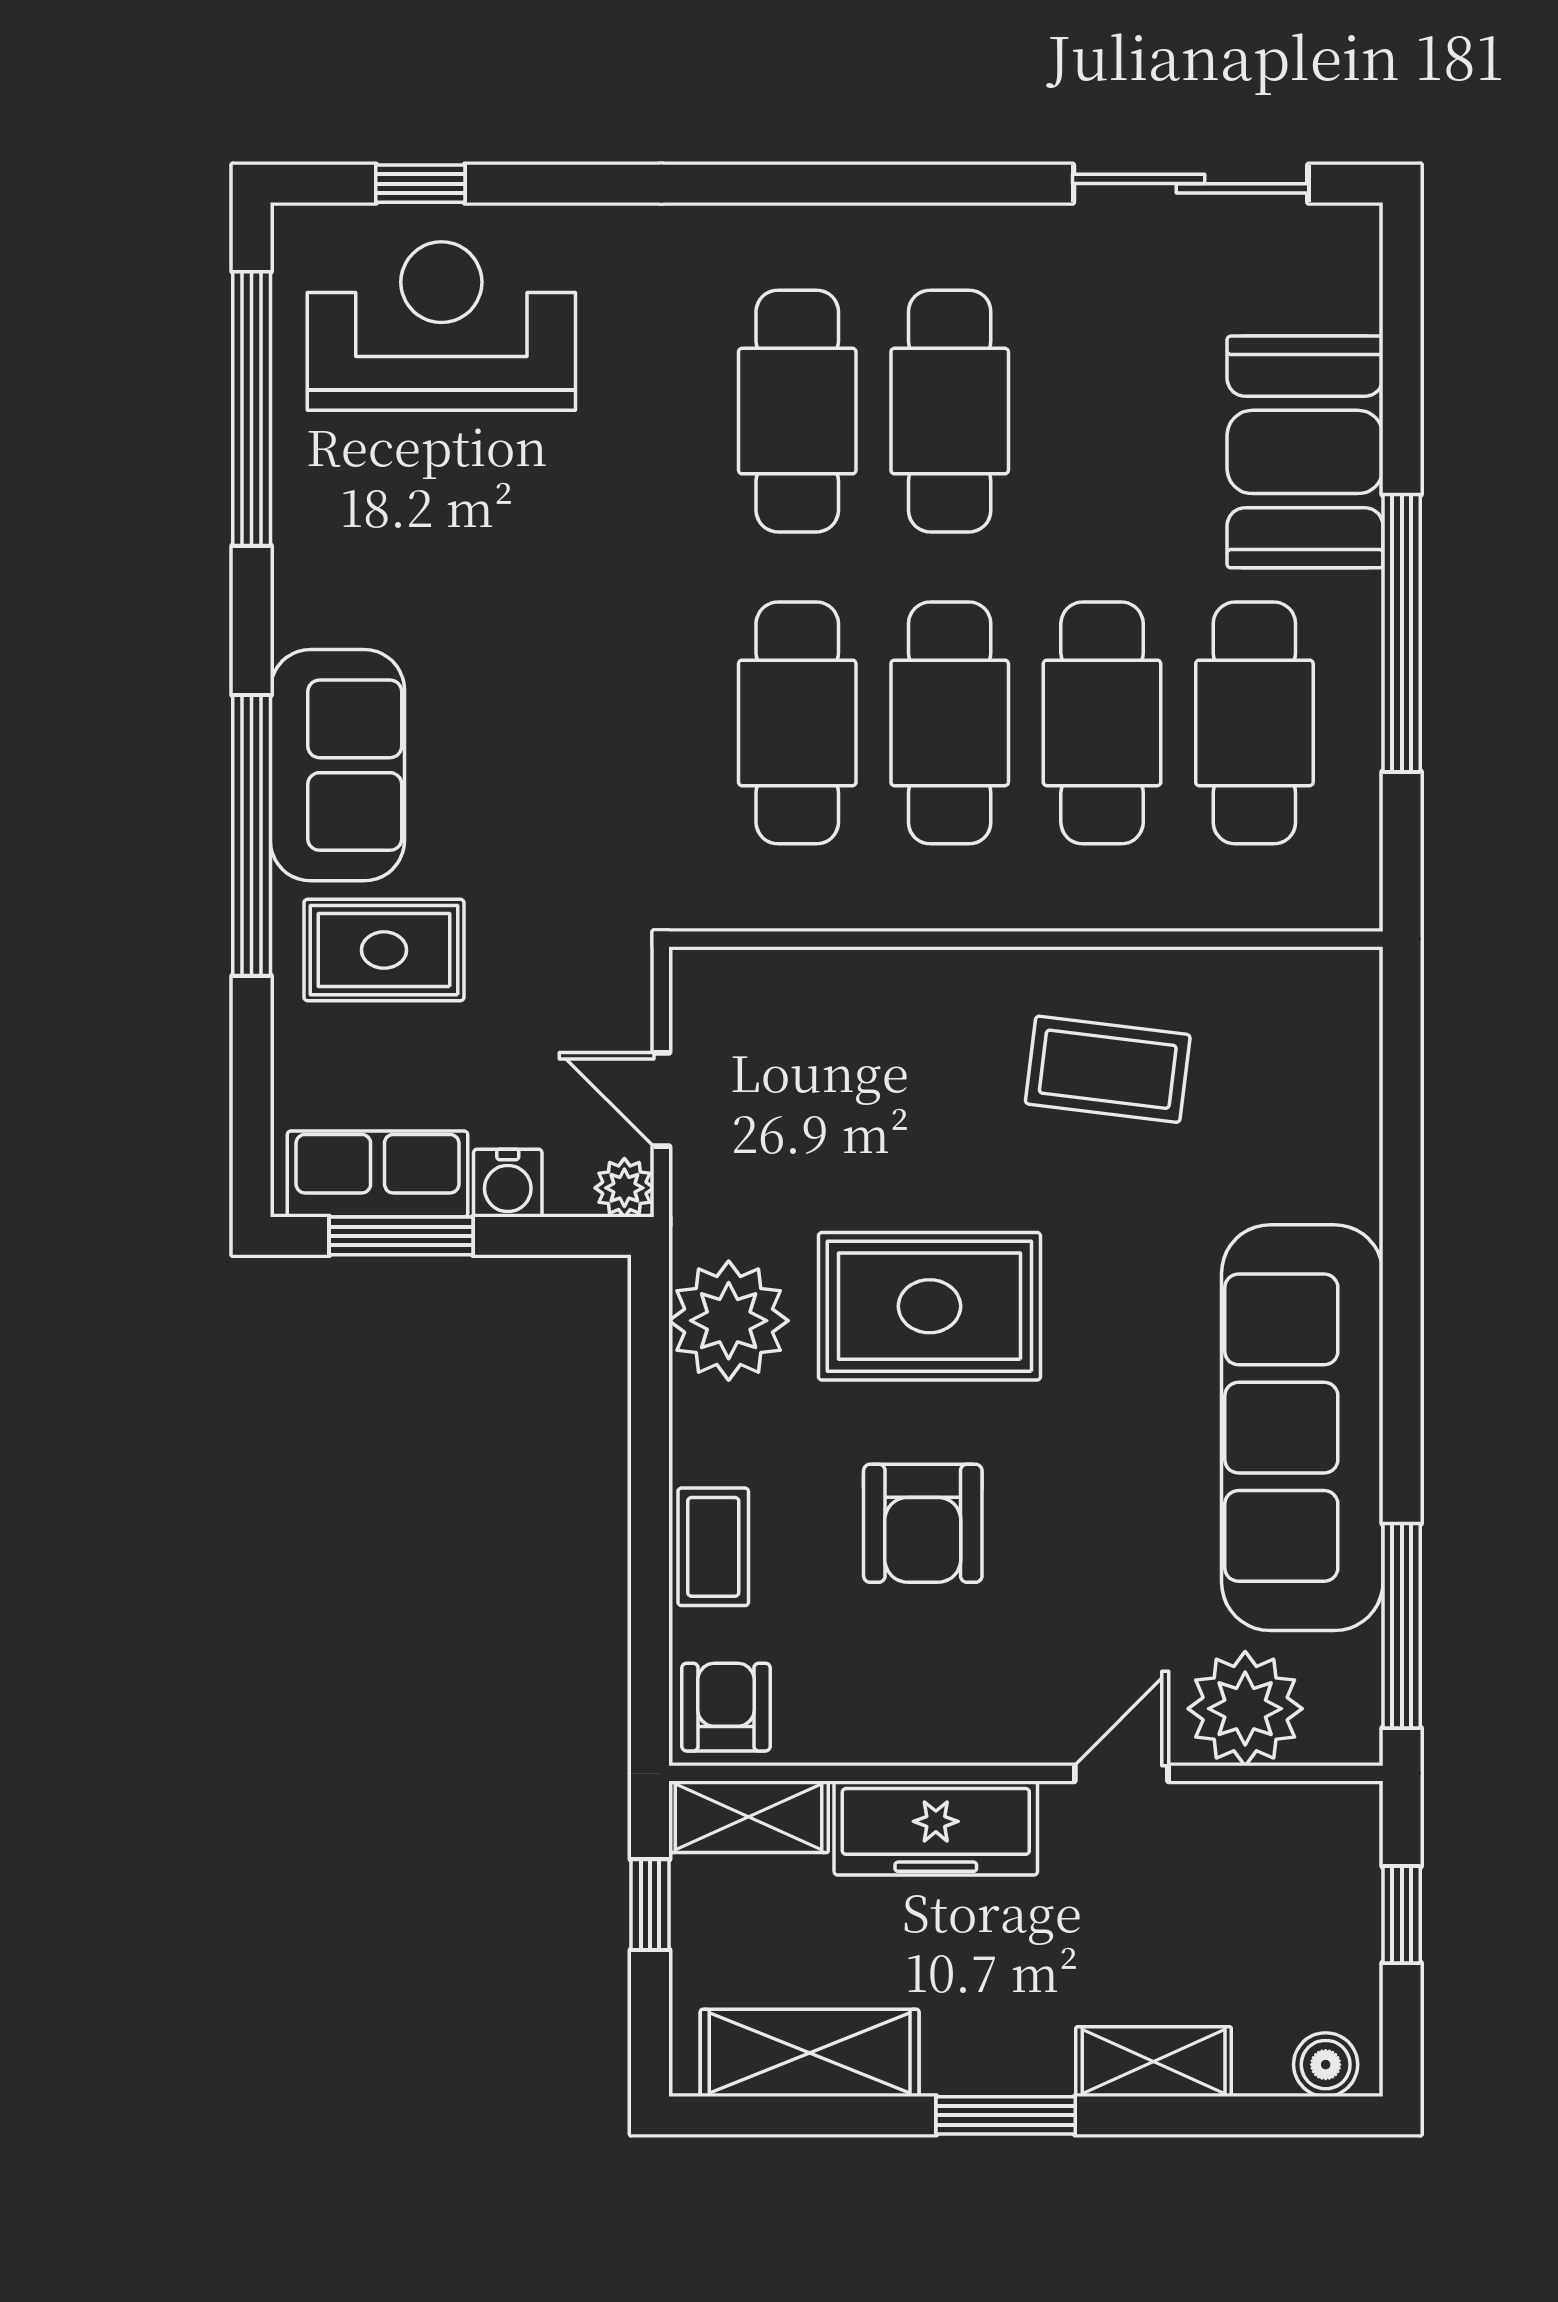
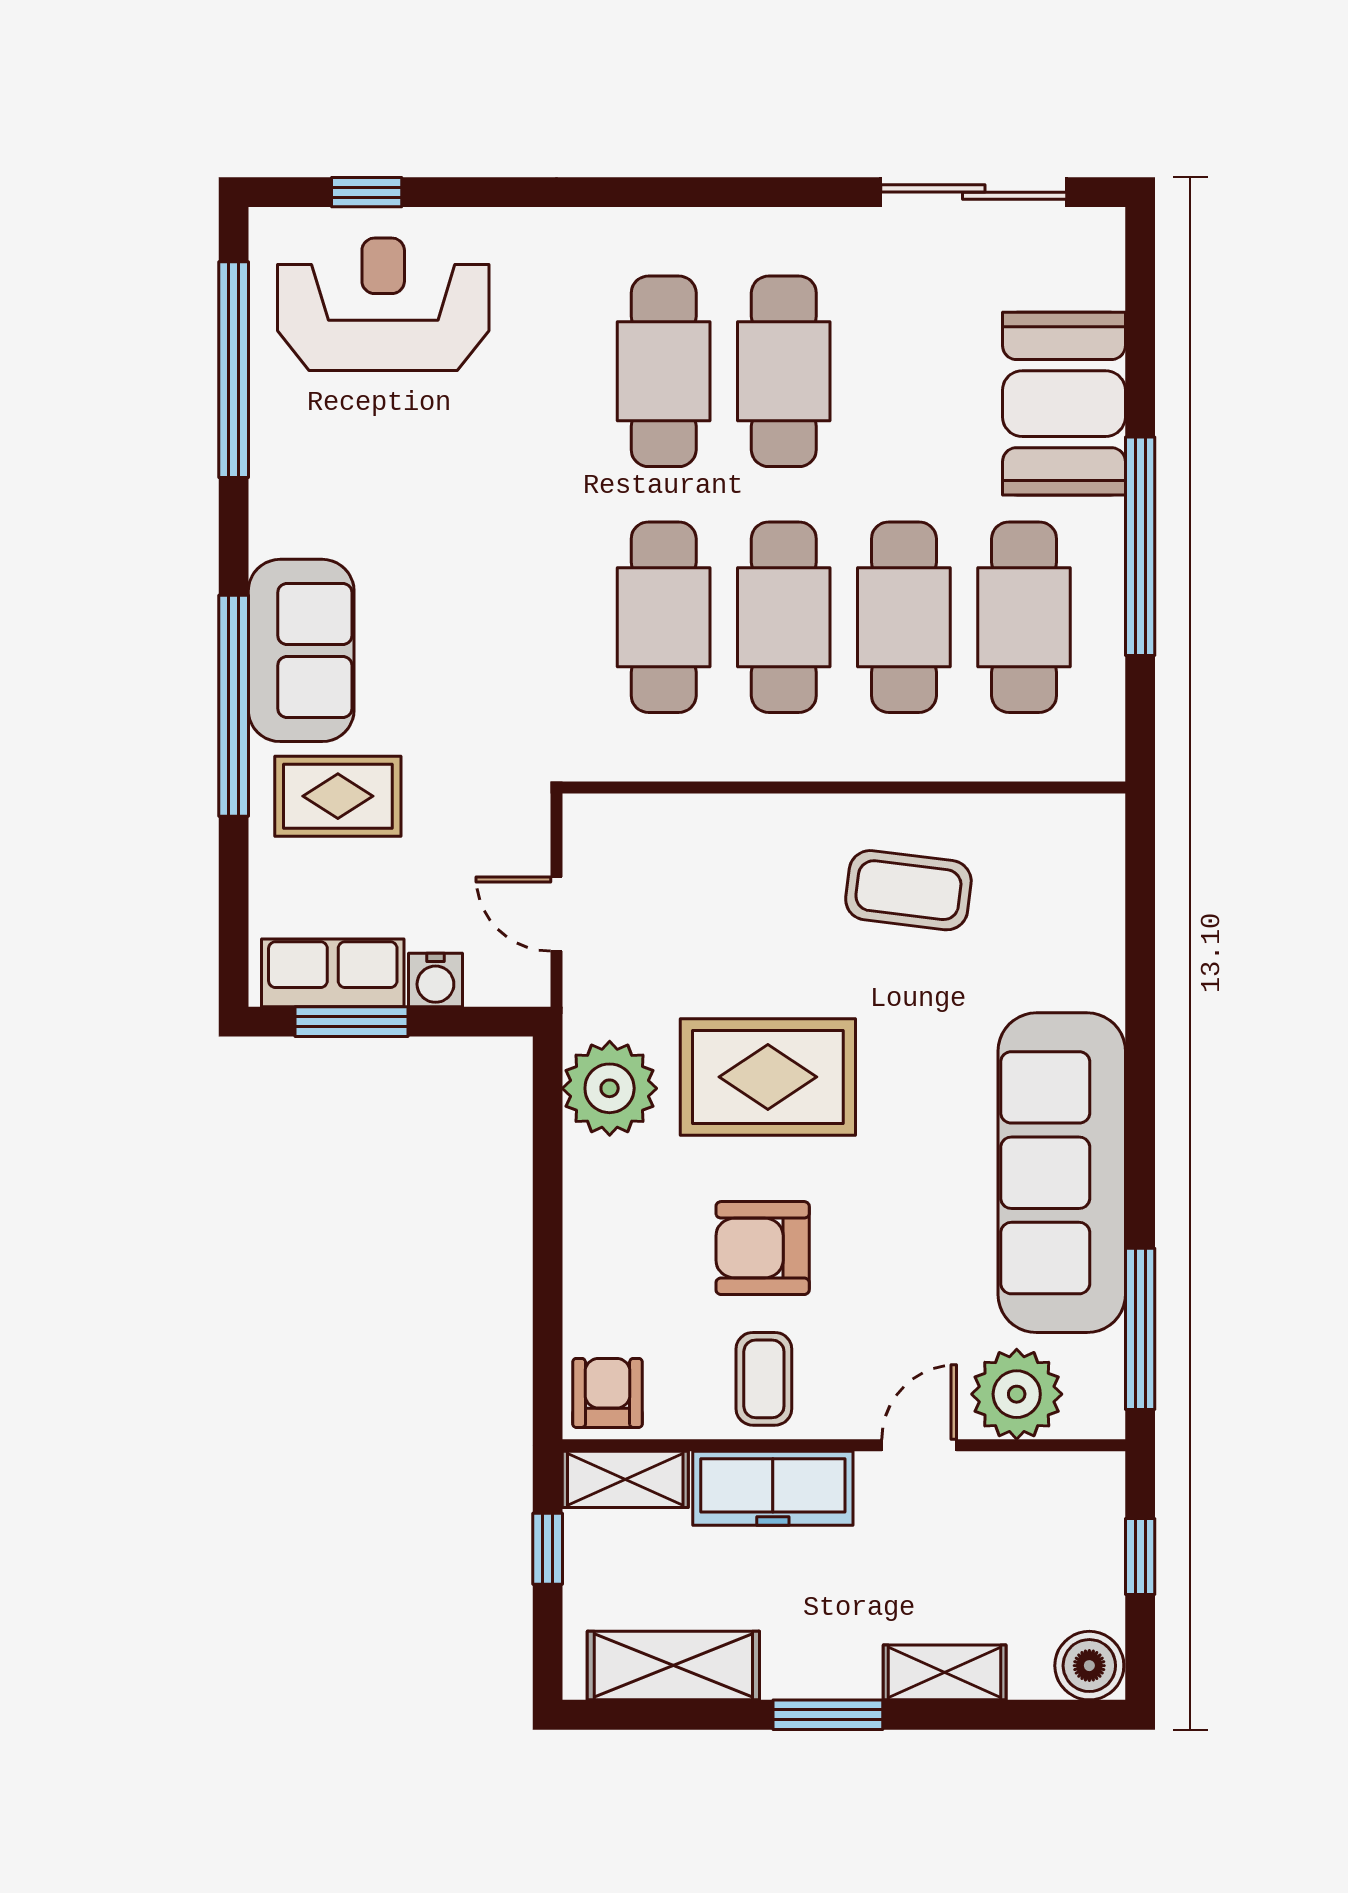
plant: (624, 1188) -> (527, 984), removed
armchair: (923, 1523) -> (763, 1248), turned 90
coffee table: (713, 1547) -> (764, 1379), moved
boiler: (1326, 2065) -> (1089, 1666), width x1.36, depth x1.36

